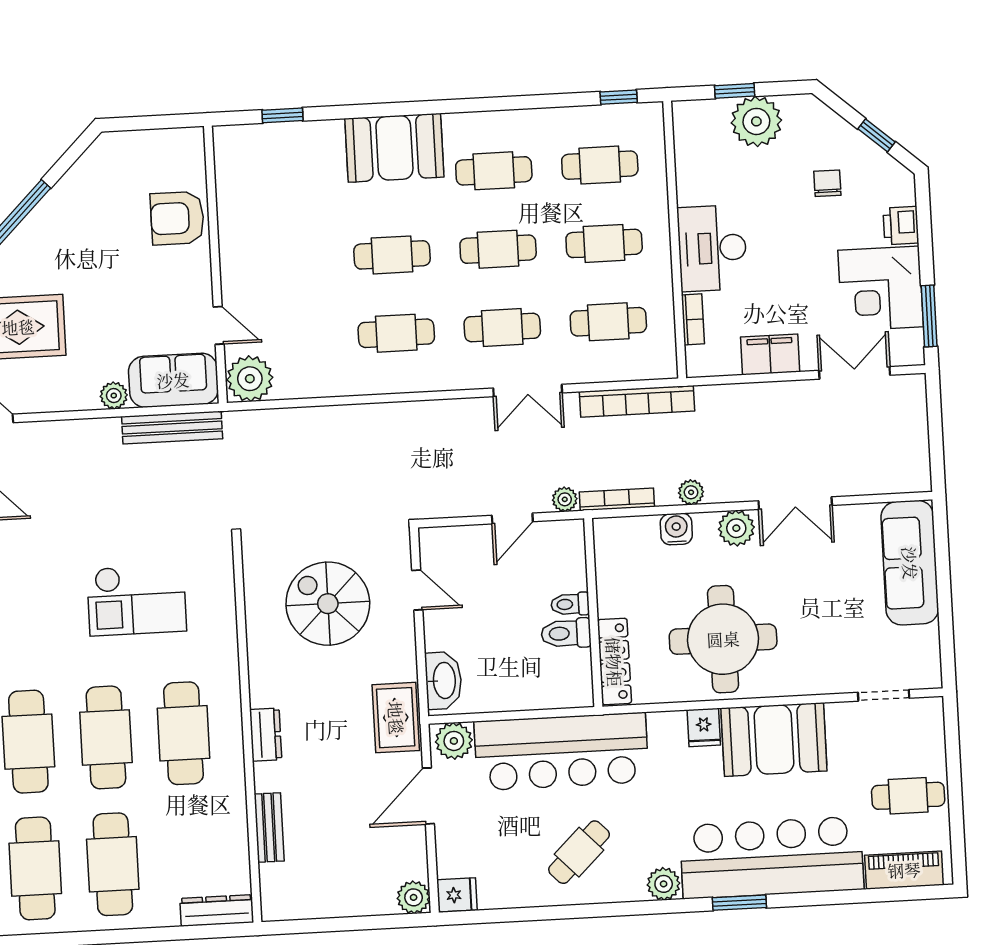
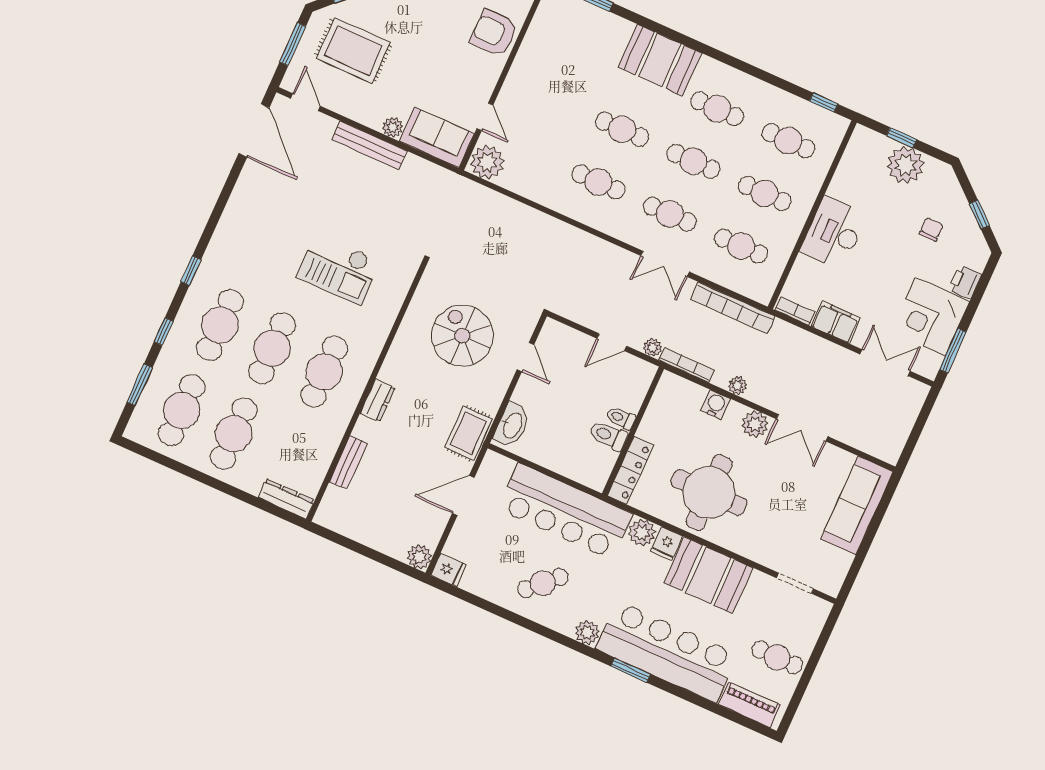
bookcase: (693, 319) -> (795, 311), moved, turned -90
bench: (172, 428) -> (369, 145), moved
plant: (454, 741) -> (642, 533), moved

